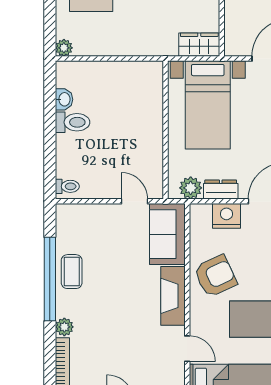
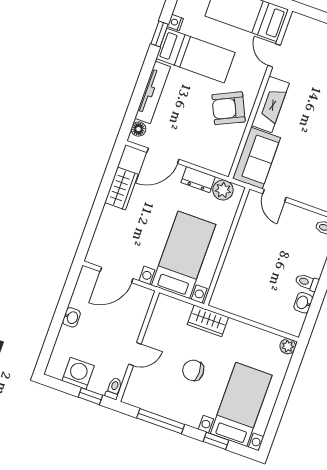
wardrobe: (199, 45) -> (208, 321), moved
toilet: (72, 122) -> (307, 282), width x0.73, depth x0.72
nightstand: (226, 216) -> (201, 156), removed

